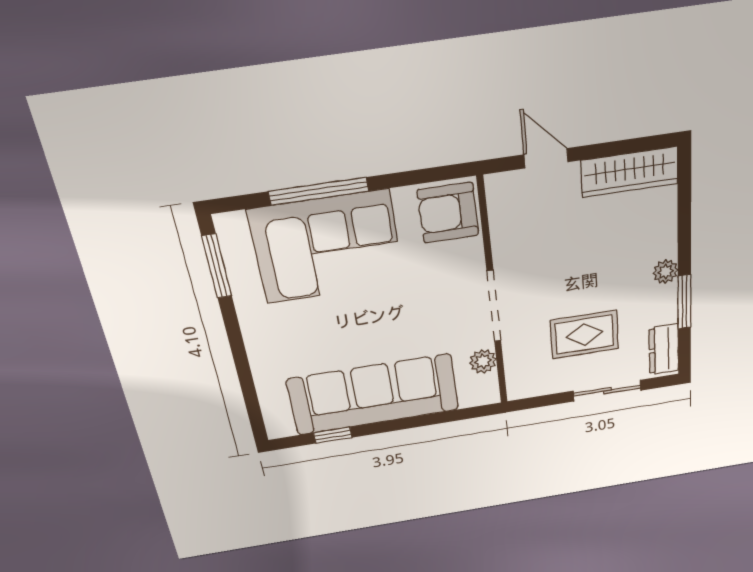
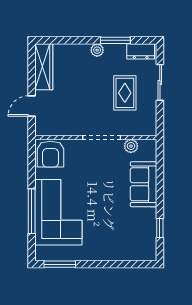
sofa: (374, 395) -> (144, 184), width x0.54, depth x0.79

